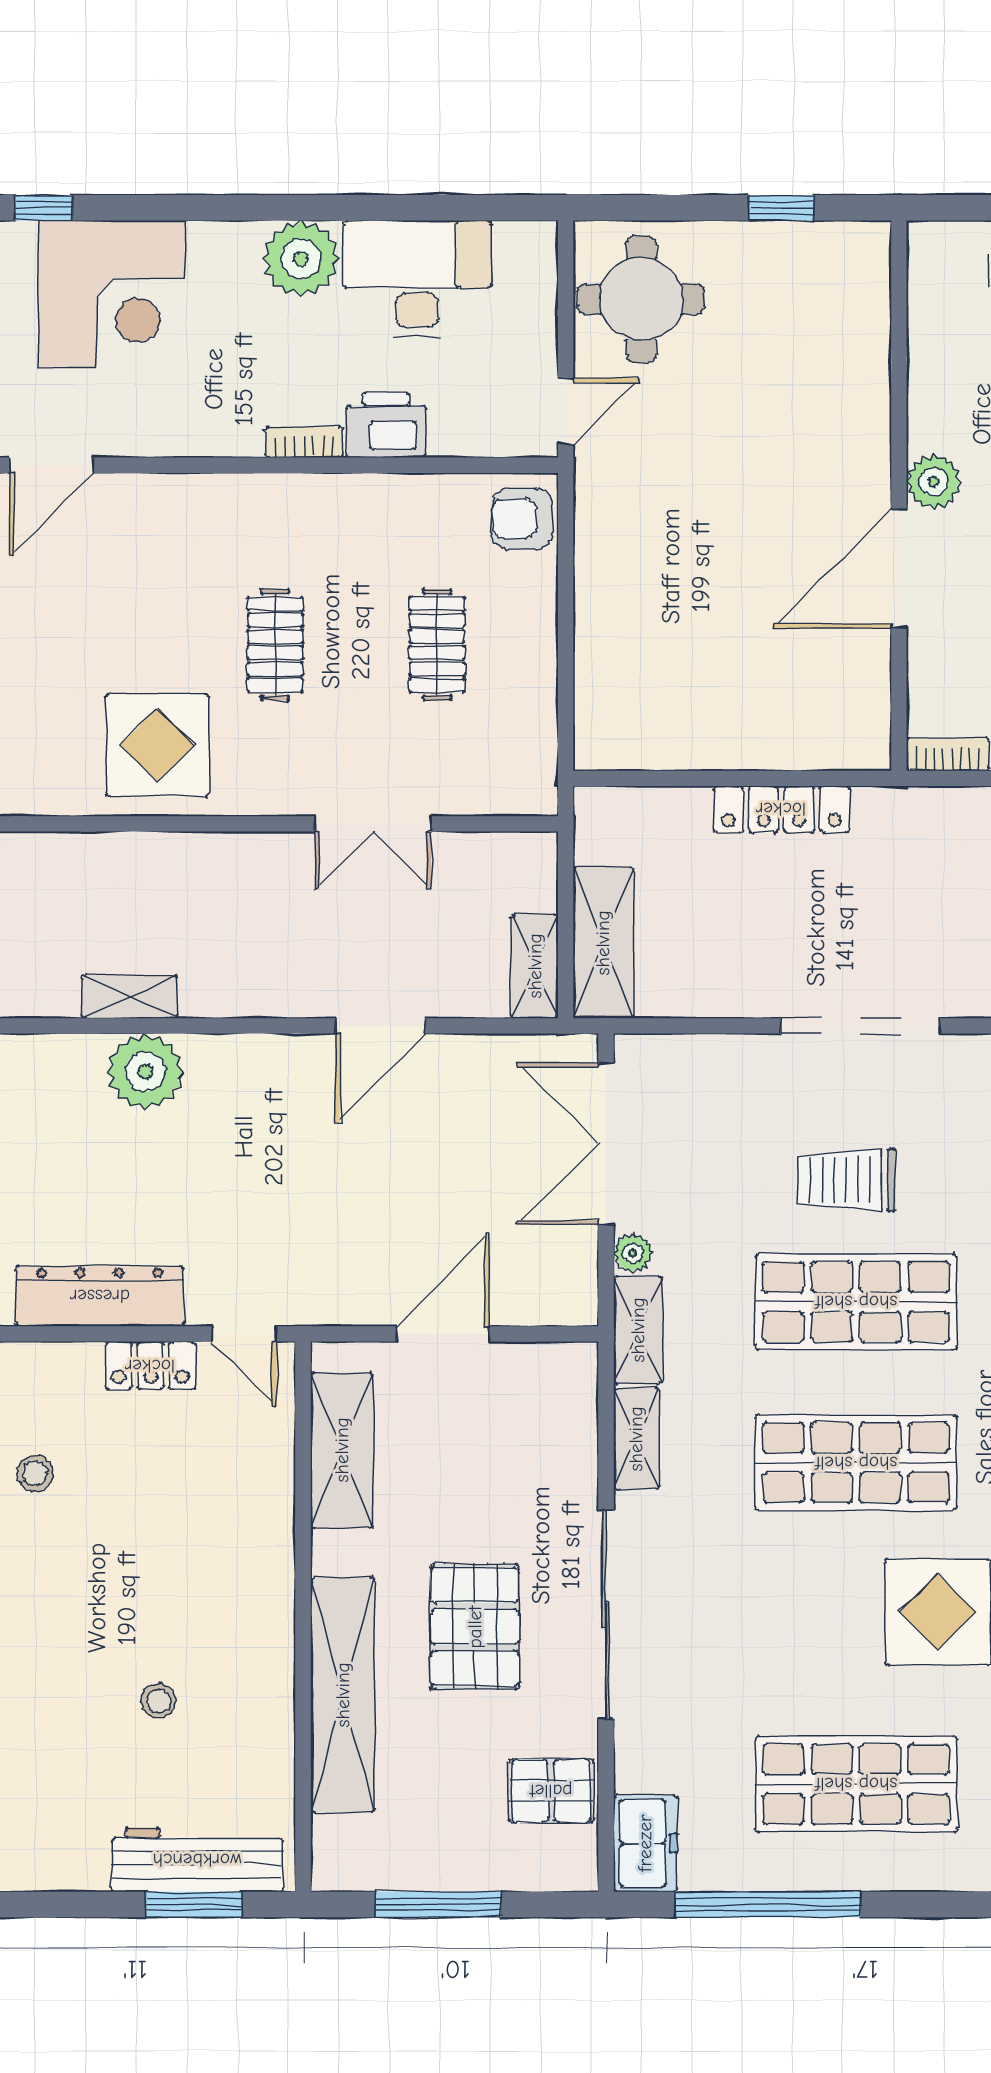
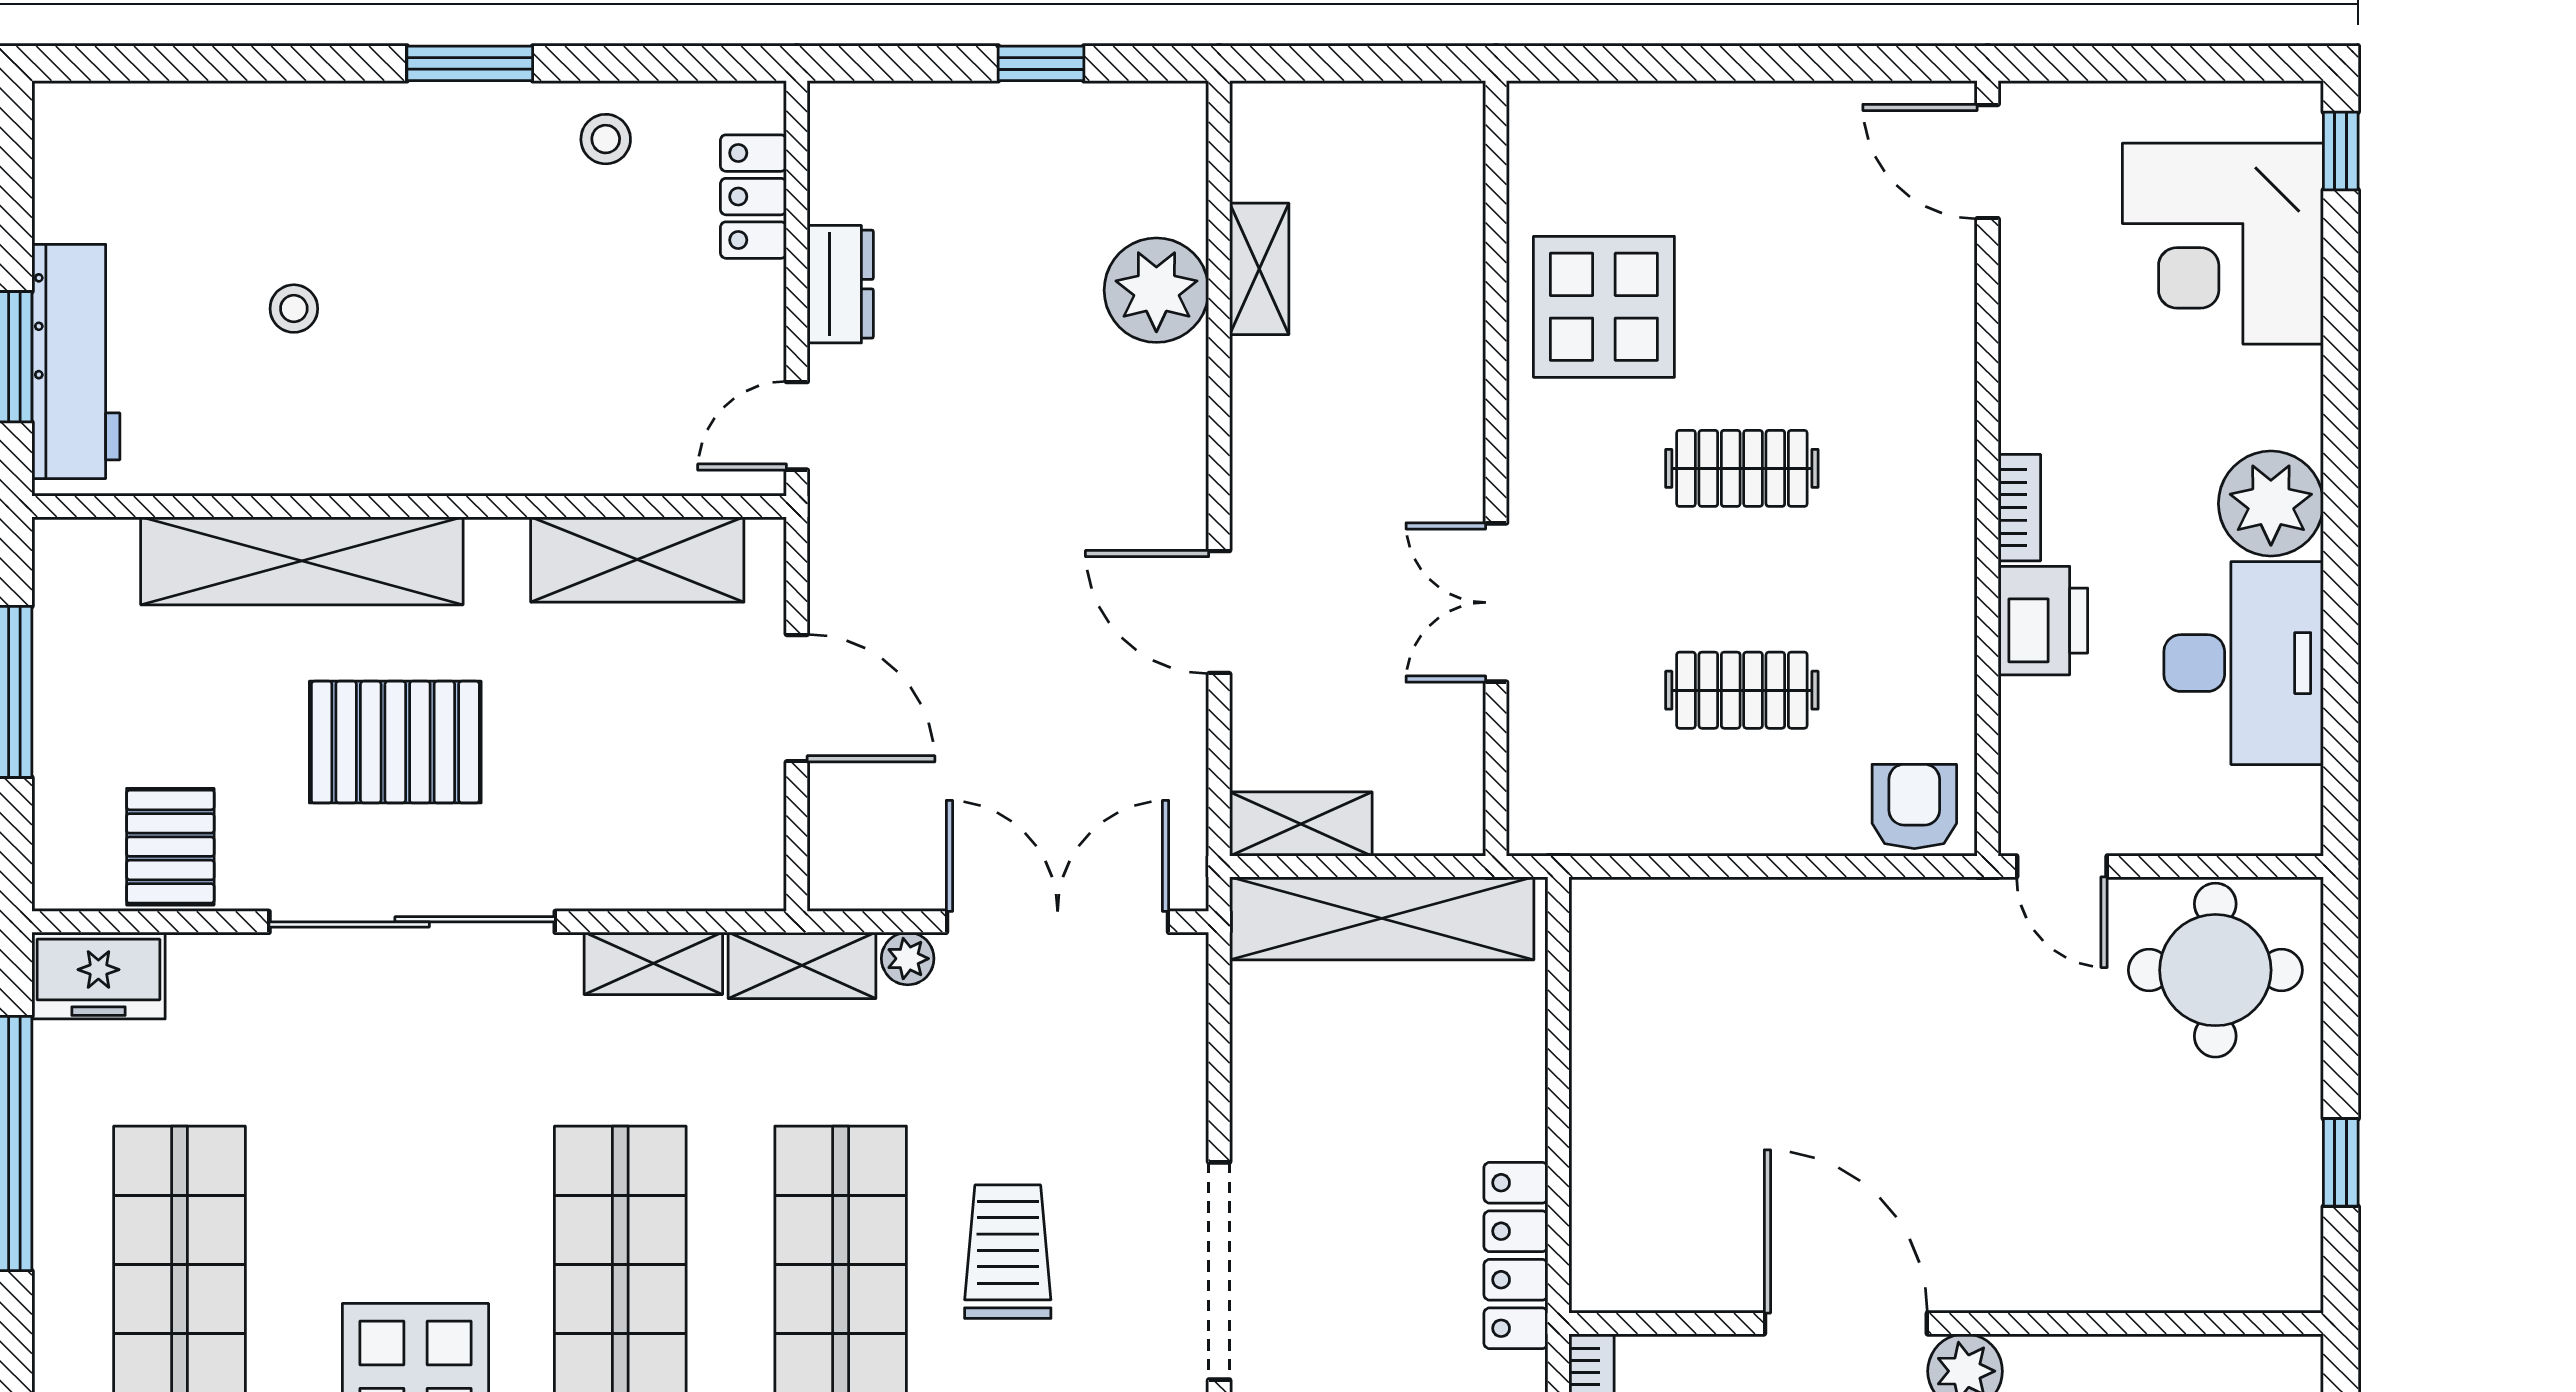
locker: (781, 809) -> (1516, 1255), moved
shelving: (603, 943) -> (1382, 918), width x1.47
dresser: (100, 1296) -> (840, 284), width x0.51, depth x0.80
locker: (150, 1366) -> (753, 197), moved

